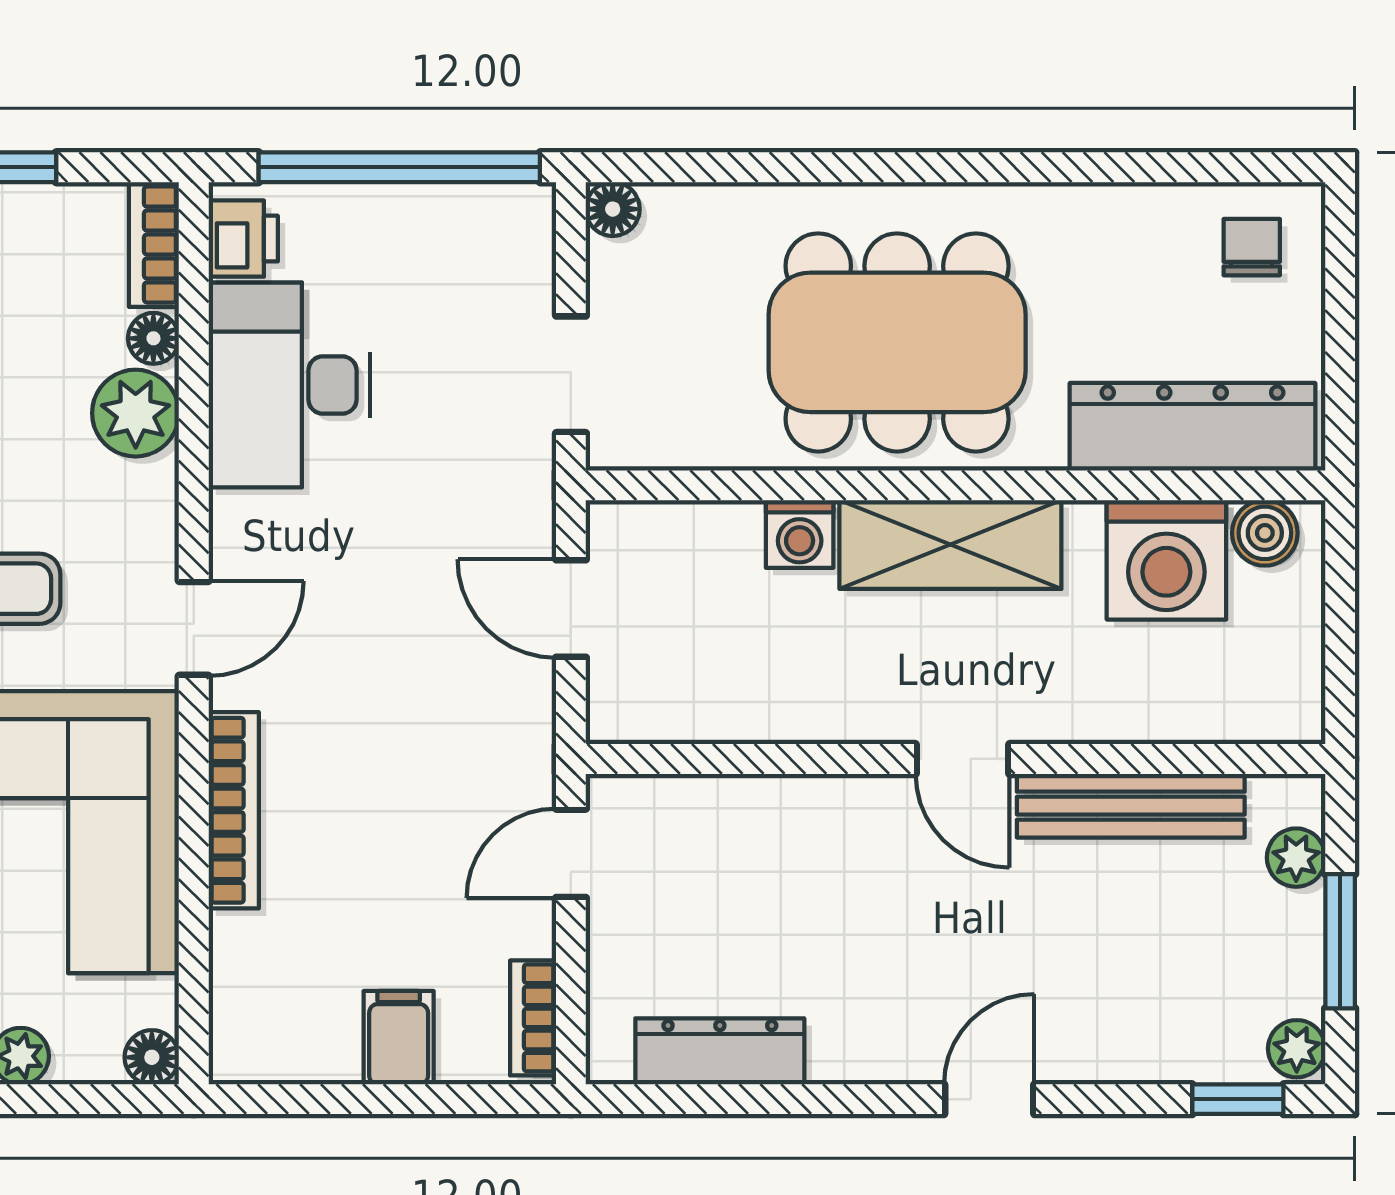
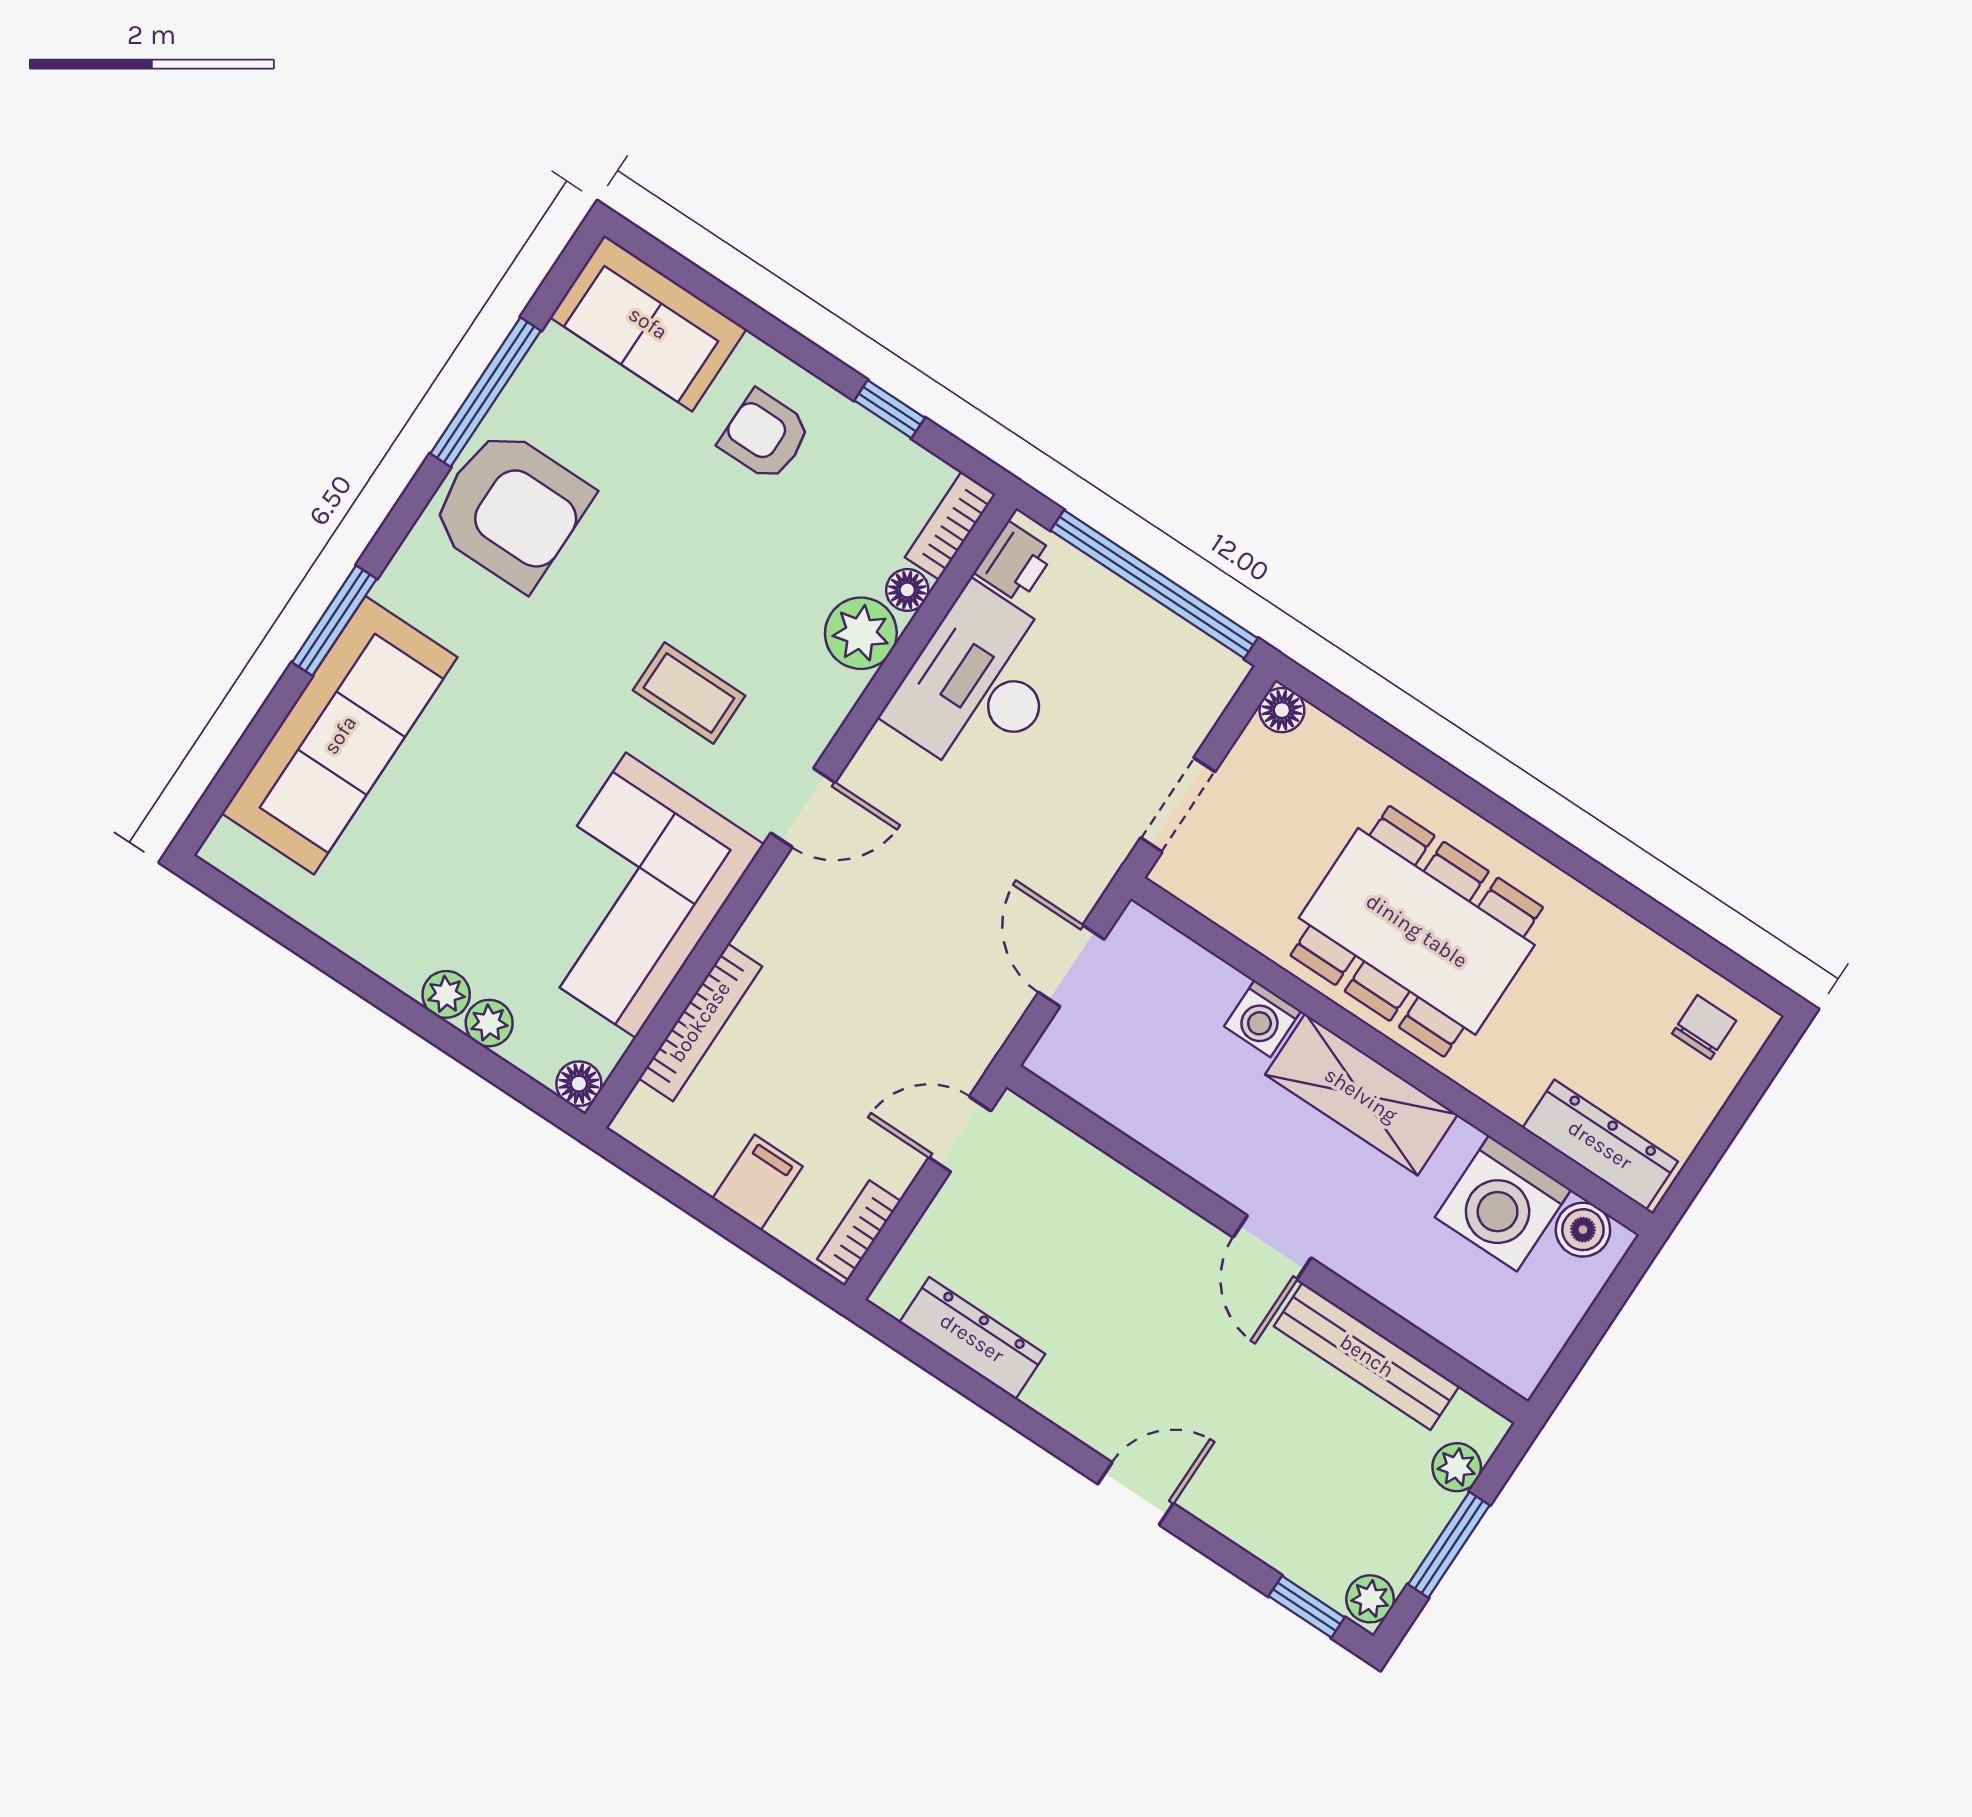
dresser: (1192, 427) -> (1600, 1145), width x0.73, depth x0.80
bookcase: (234, 810) -> (700, 1022), moved

